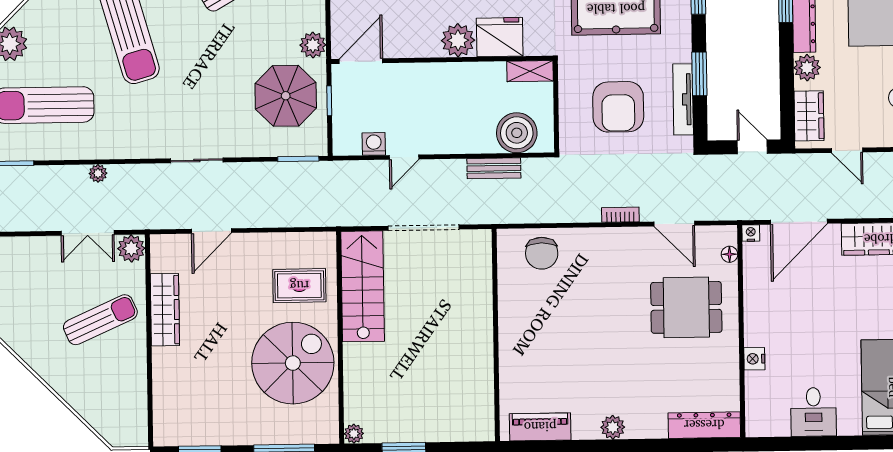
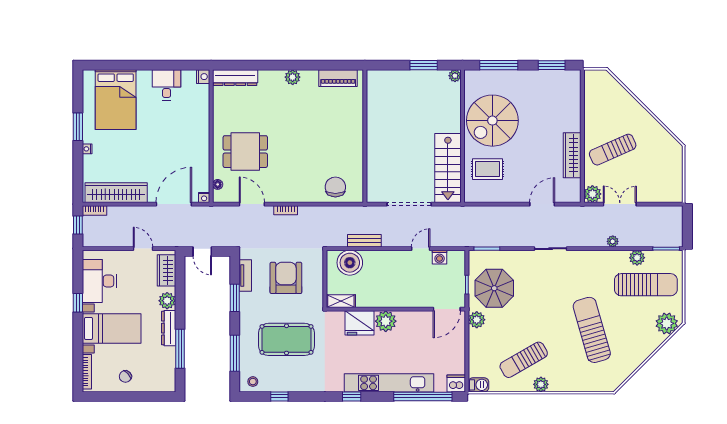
tv unit: (683, 99) -> (245, 276), width x0.71
plant: (59, 148) -> (637, 258), added
nightstand: (754, 359) -> (203, 77), moved

